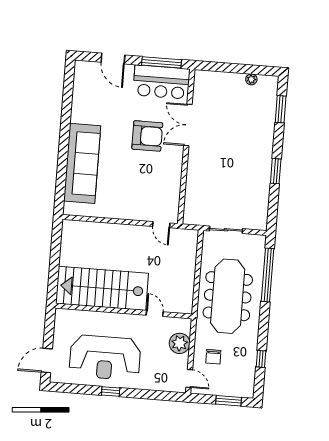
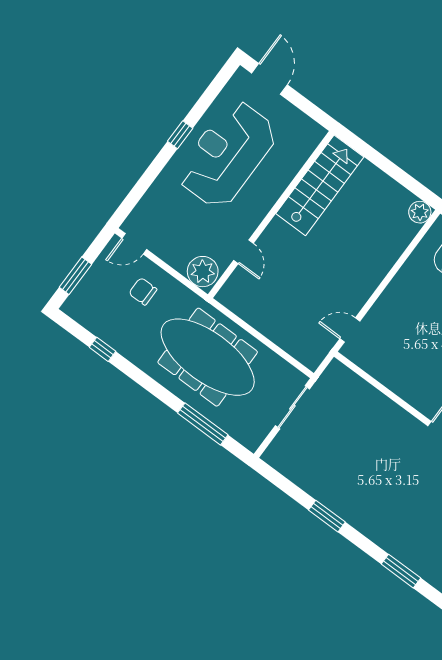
plant: (69, 227) -> (420, 212), added
window: (268, 275) -> (203, 424), width x0.68
stairs: (102, 288) -> (320, 185), width x0.73, depth x0.66
door: (155, 313) -> (243, 252), hinge flipped
plant: (180, 343) -> (203, 272), moved

